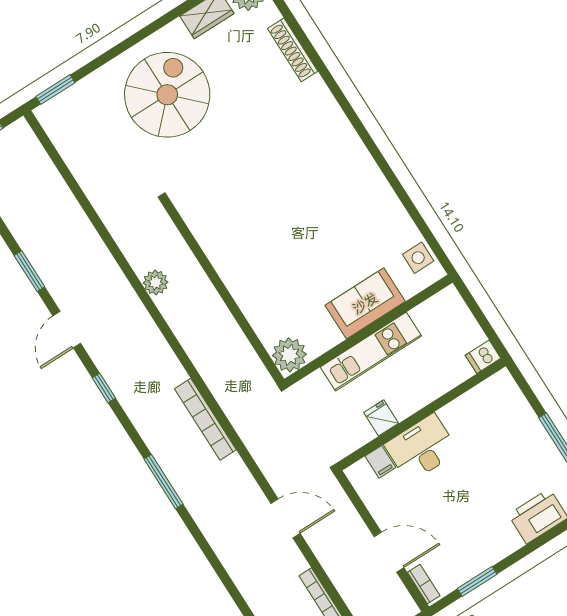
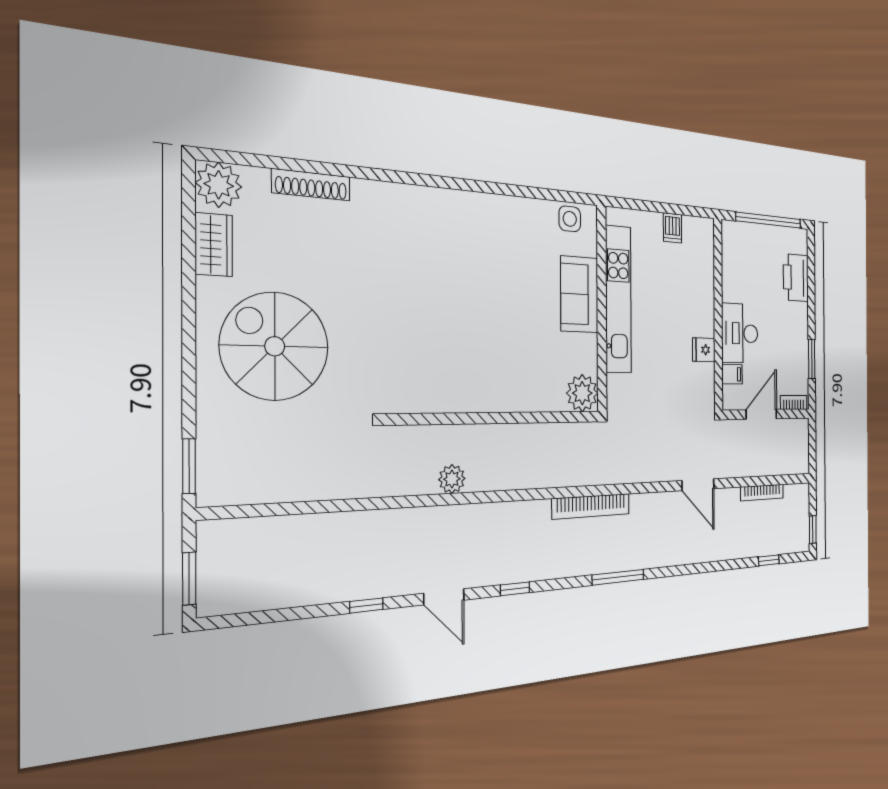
window: (29, 271) -> (366, 605), width x0.67
kitchen unit: (371, 352) -> (618, 299), width x1.36
wall: (422, 414) -> (718, 314), moved
fridge: (381, 418) -> (704, 350), moved
desk: (421, 448) -> (740, 333), moved
filing cabinet: (380, 462) -> (732, 374), moved
door: (285, 518) -> (698, 485), swing flipped

